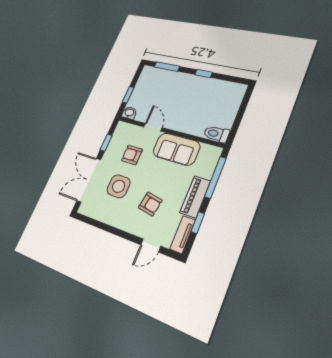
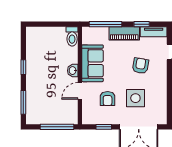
window: (128, 95) -> (57, 127), width x2.17
washbasin: (129, 113) -> (73, 71), moved

